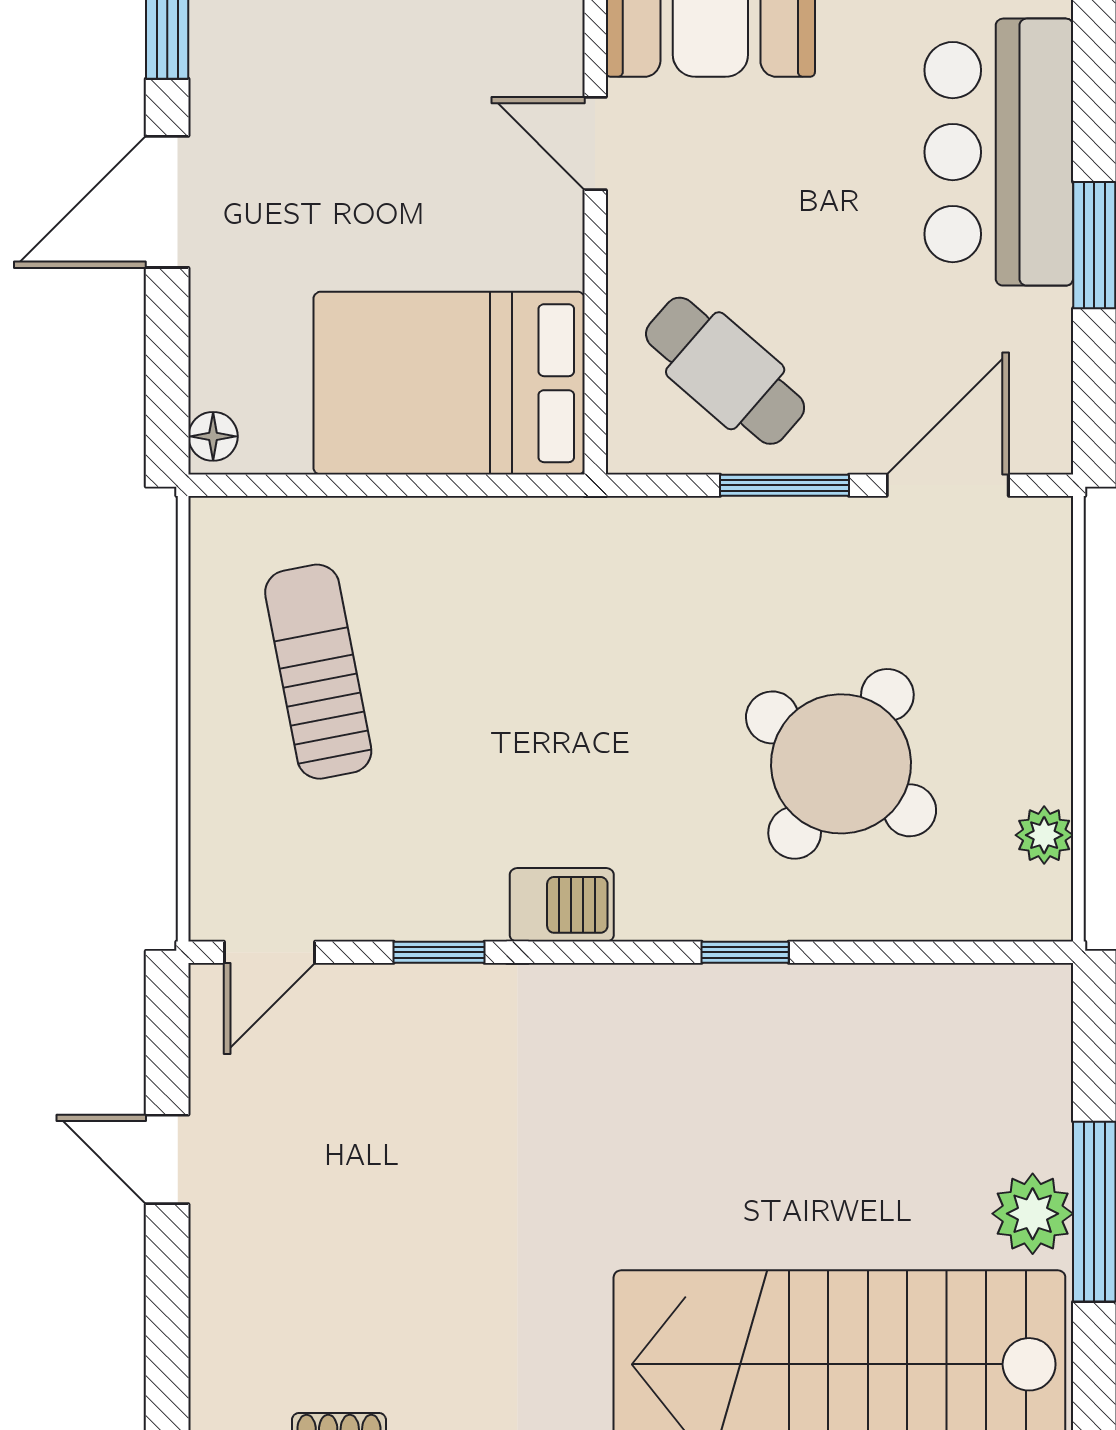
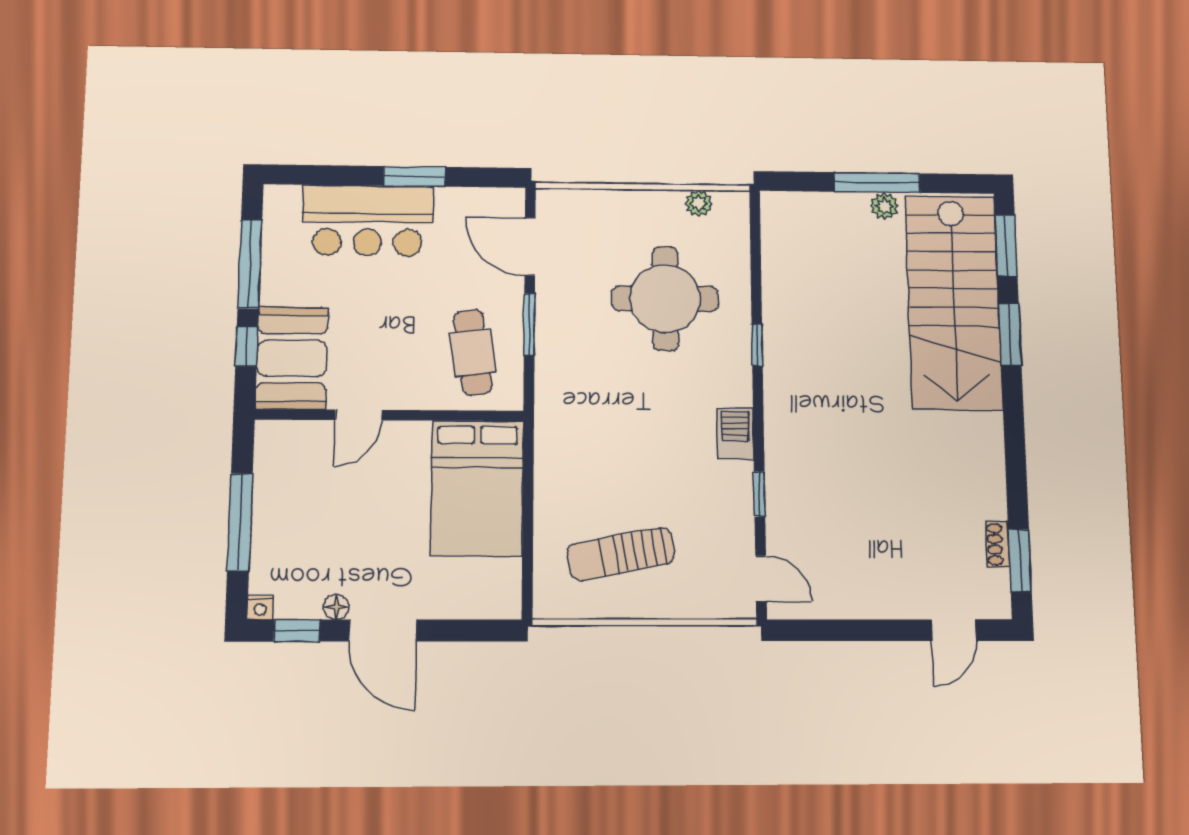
cafe table: (725, 371) -> (473, 352), turned -49
floor lamp: (213, 436) -> (336, 607), moved
round table: (841, 764) -> (665, 299), turned -34
door: (167, 1159) -> (954, 630), moved
plant: (1033, 1214) -> (884, 206), width x0.73, depth x0.73

